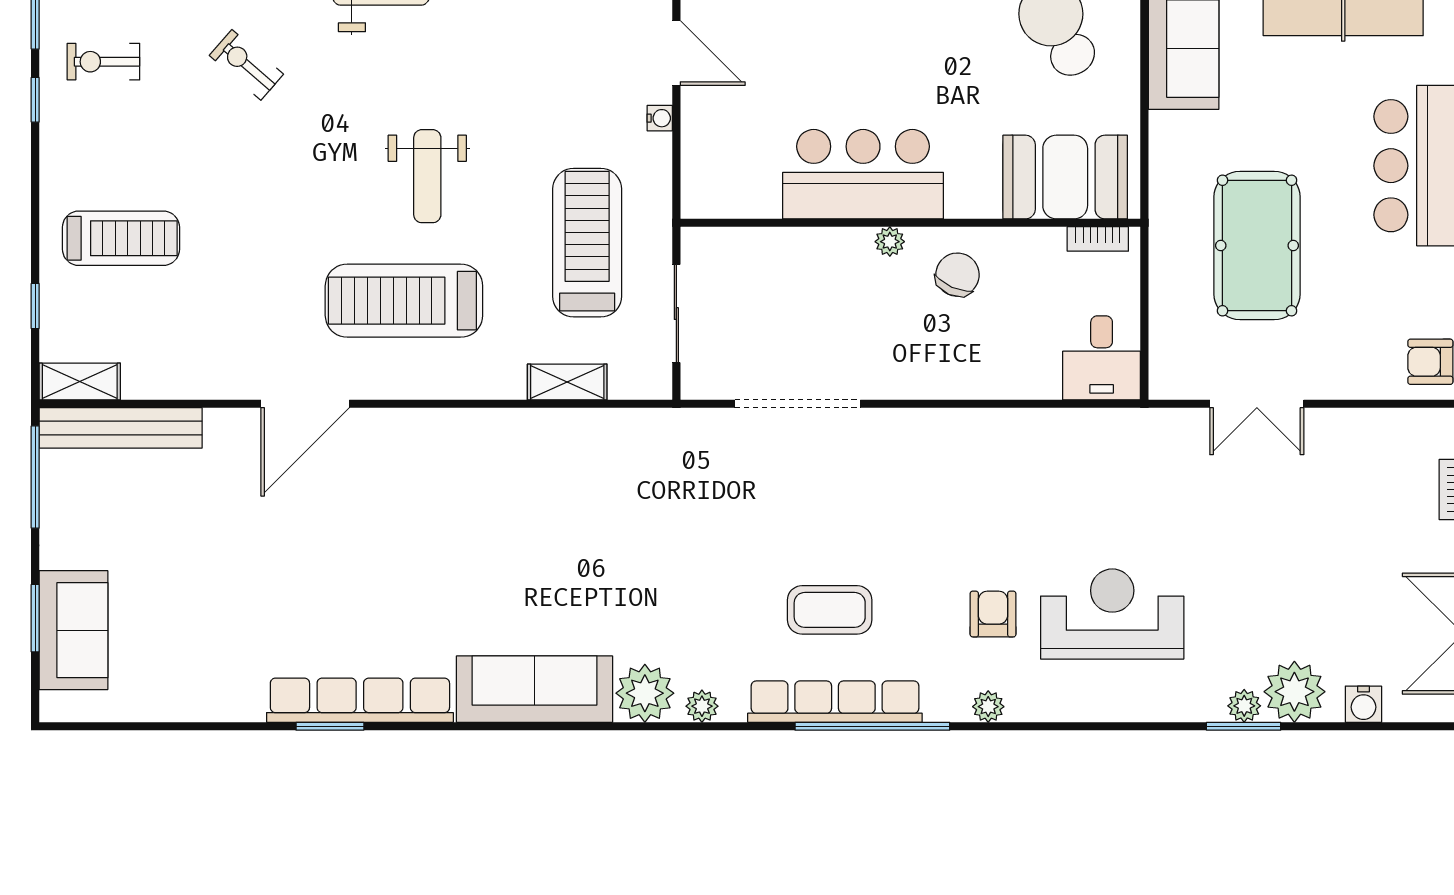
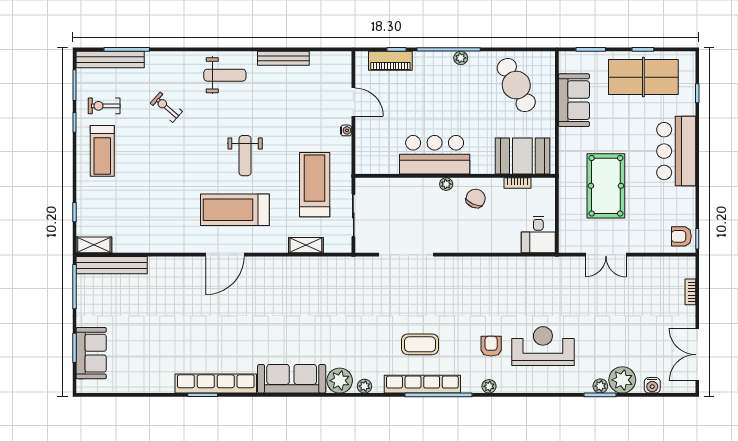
treadmill: (121, 238) -> (102, 151), moved, turned 90
bookcase: (1098, 239) -> (517, 183), moved
door: (305, 404) -> (225, 255), moved

